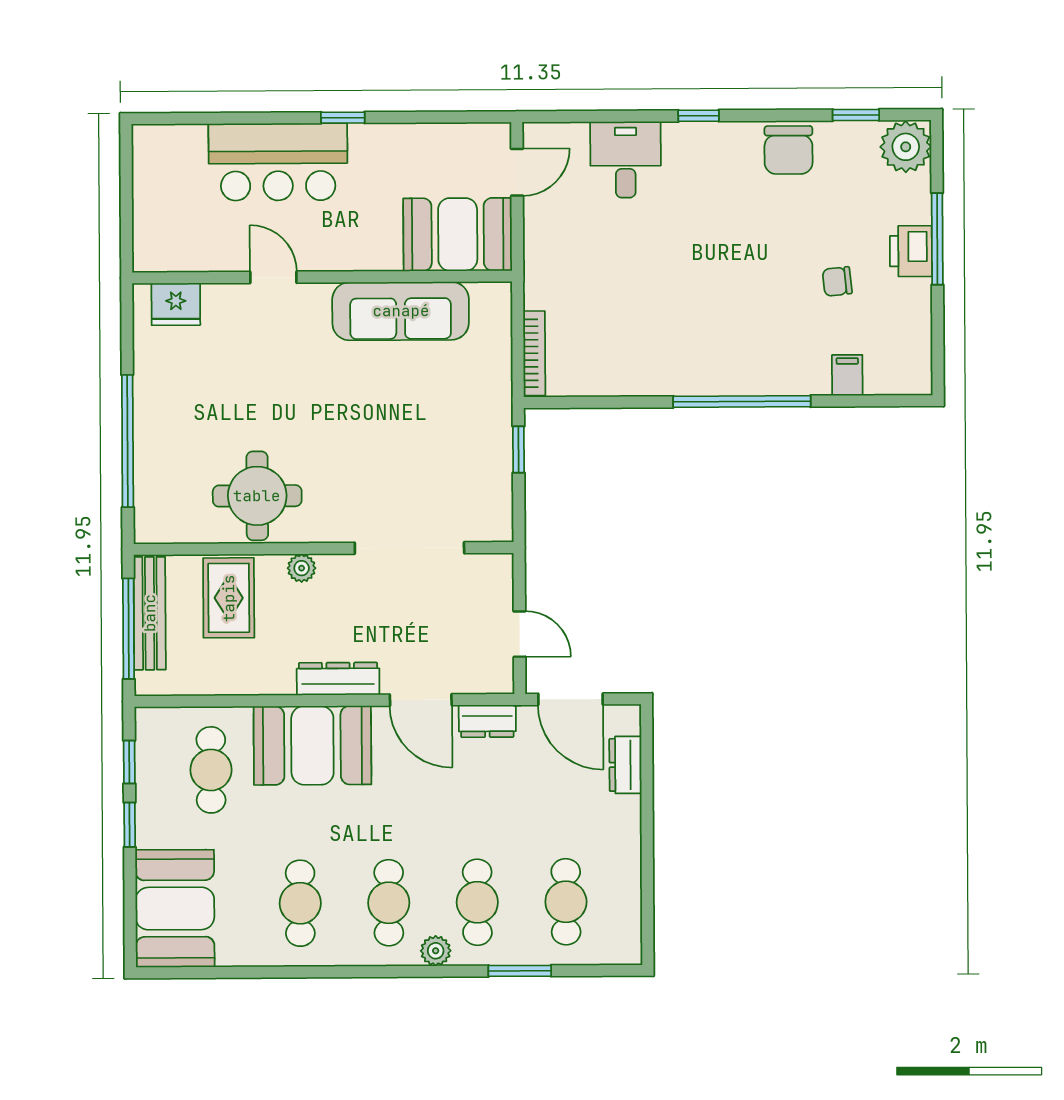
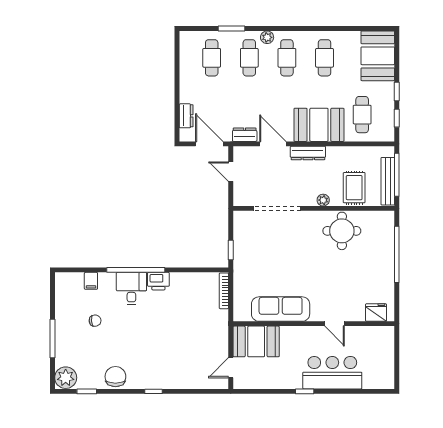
desk: (626, 160) -> (131, 288), moved, turned 180
printer: (911, 251) -> (158, 281), moved, turned 90

